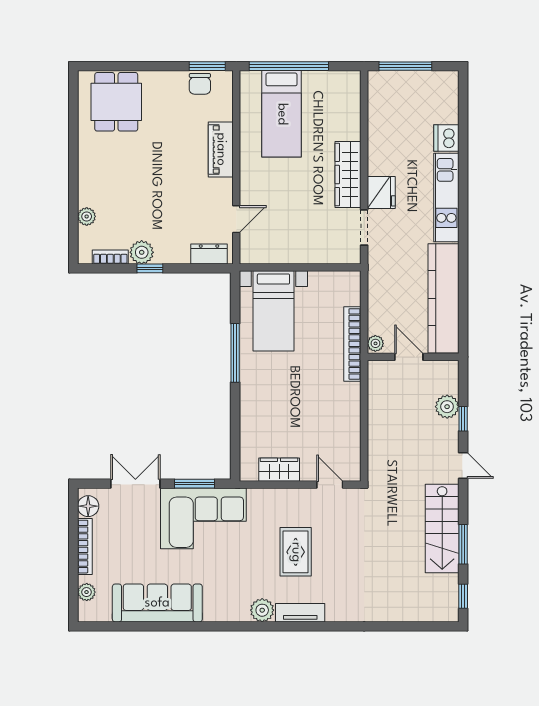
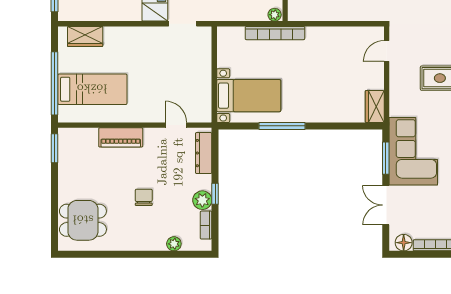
chair: (200, 84) -> (144, 197), moved, turned -90
wardrobe: (348, 175) -> (85, 36), moved, width x0.67
dresser: (209, 254) -> (204, 153), width x1.44
wardrobe: (279, 470) -> (375, 107), moved

